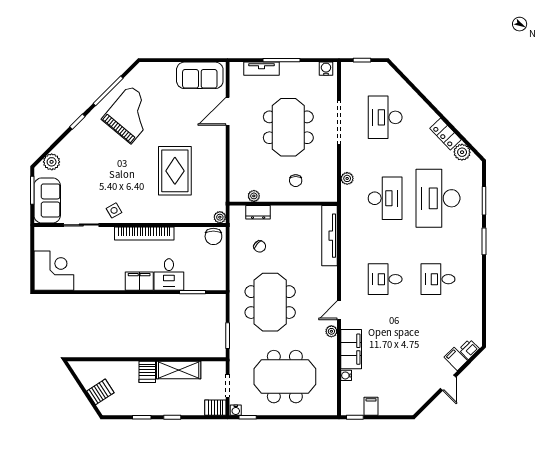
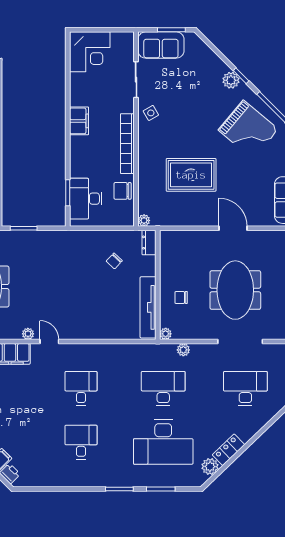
door: (228, 111) -> (233, 228), moved
meeting table: (288, 127) -> (235, 290), turned 90
plant: (52, 162) -> (231, 80), moved
plant: (254, 196) -> (166, 334), moved
desk: (385, 198) -> (163, 388), turned 180
desk: (438, 198) -> (163, 442), turned 180
dresser: (258, 212) -> (149, 243), moved
chair: (213, 236) -> (123, 191), moved
tv unit: (329, 236) -> (148, 307), moved, turned -90
desk: (169, 274) -> (86, 199), moved, width x1.37
filing cabinet: (139, 281) -> (79, 121), moved
meeting table: (270, 302) -> (58, 272), removed

